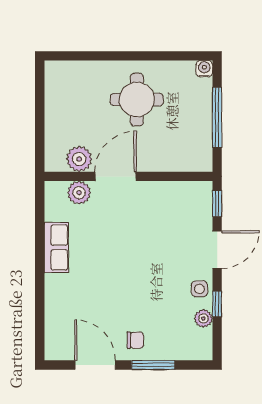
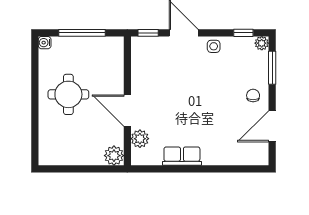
plant: (79, 159) -> (114, 156), moved
window: (217, 304) -> (243, 33), moved
plant: (203, 318) -> (262, 43), moved
window: (153, 365) -> (272, 68), moved

